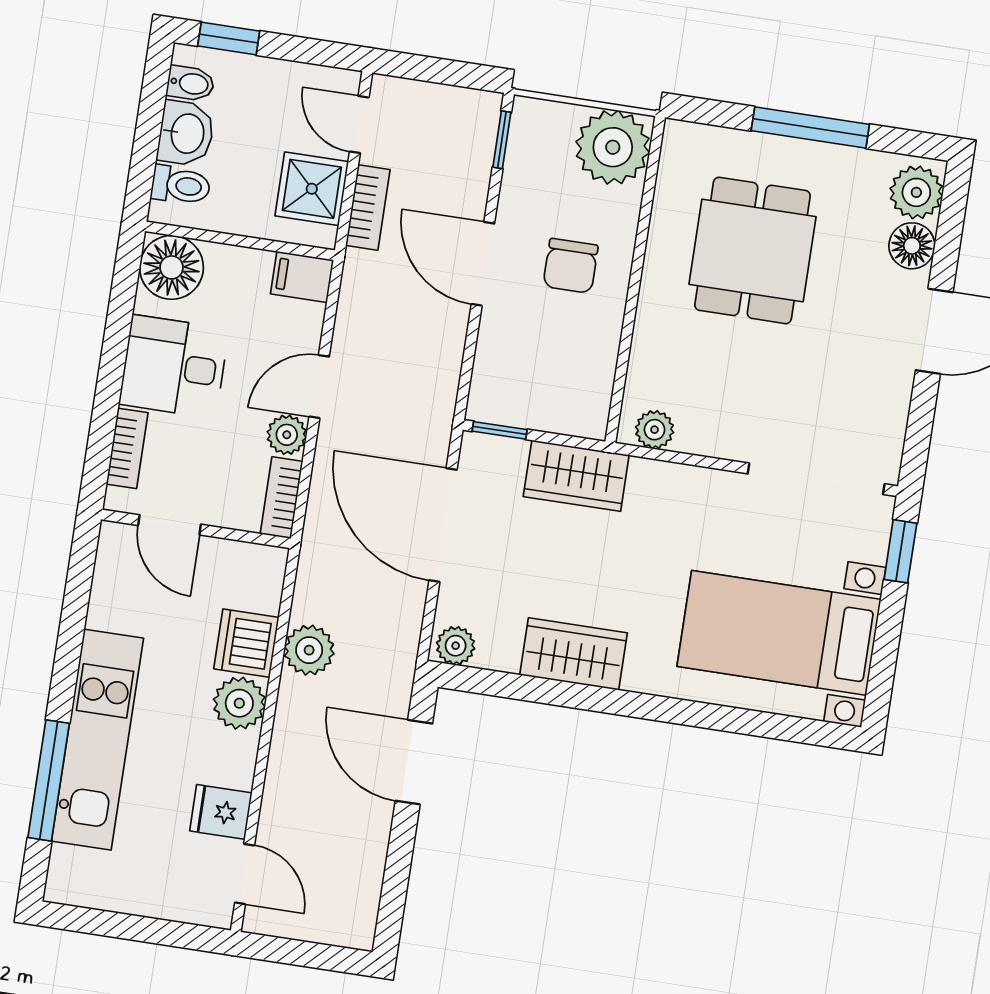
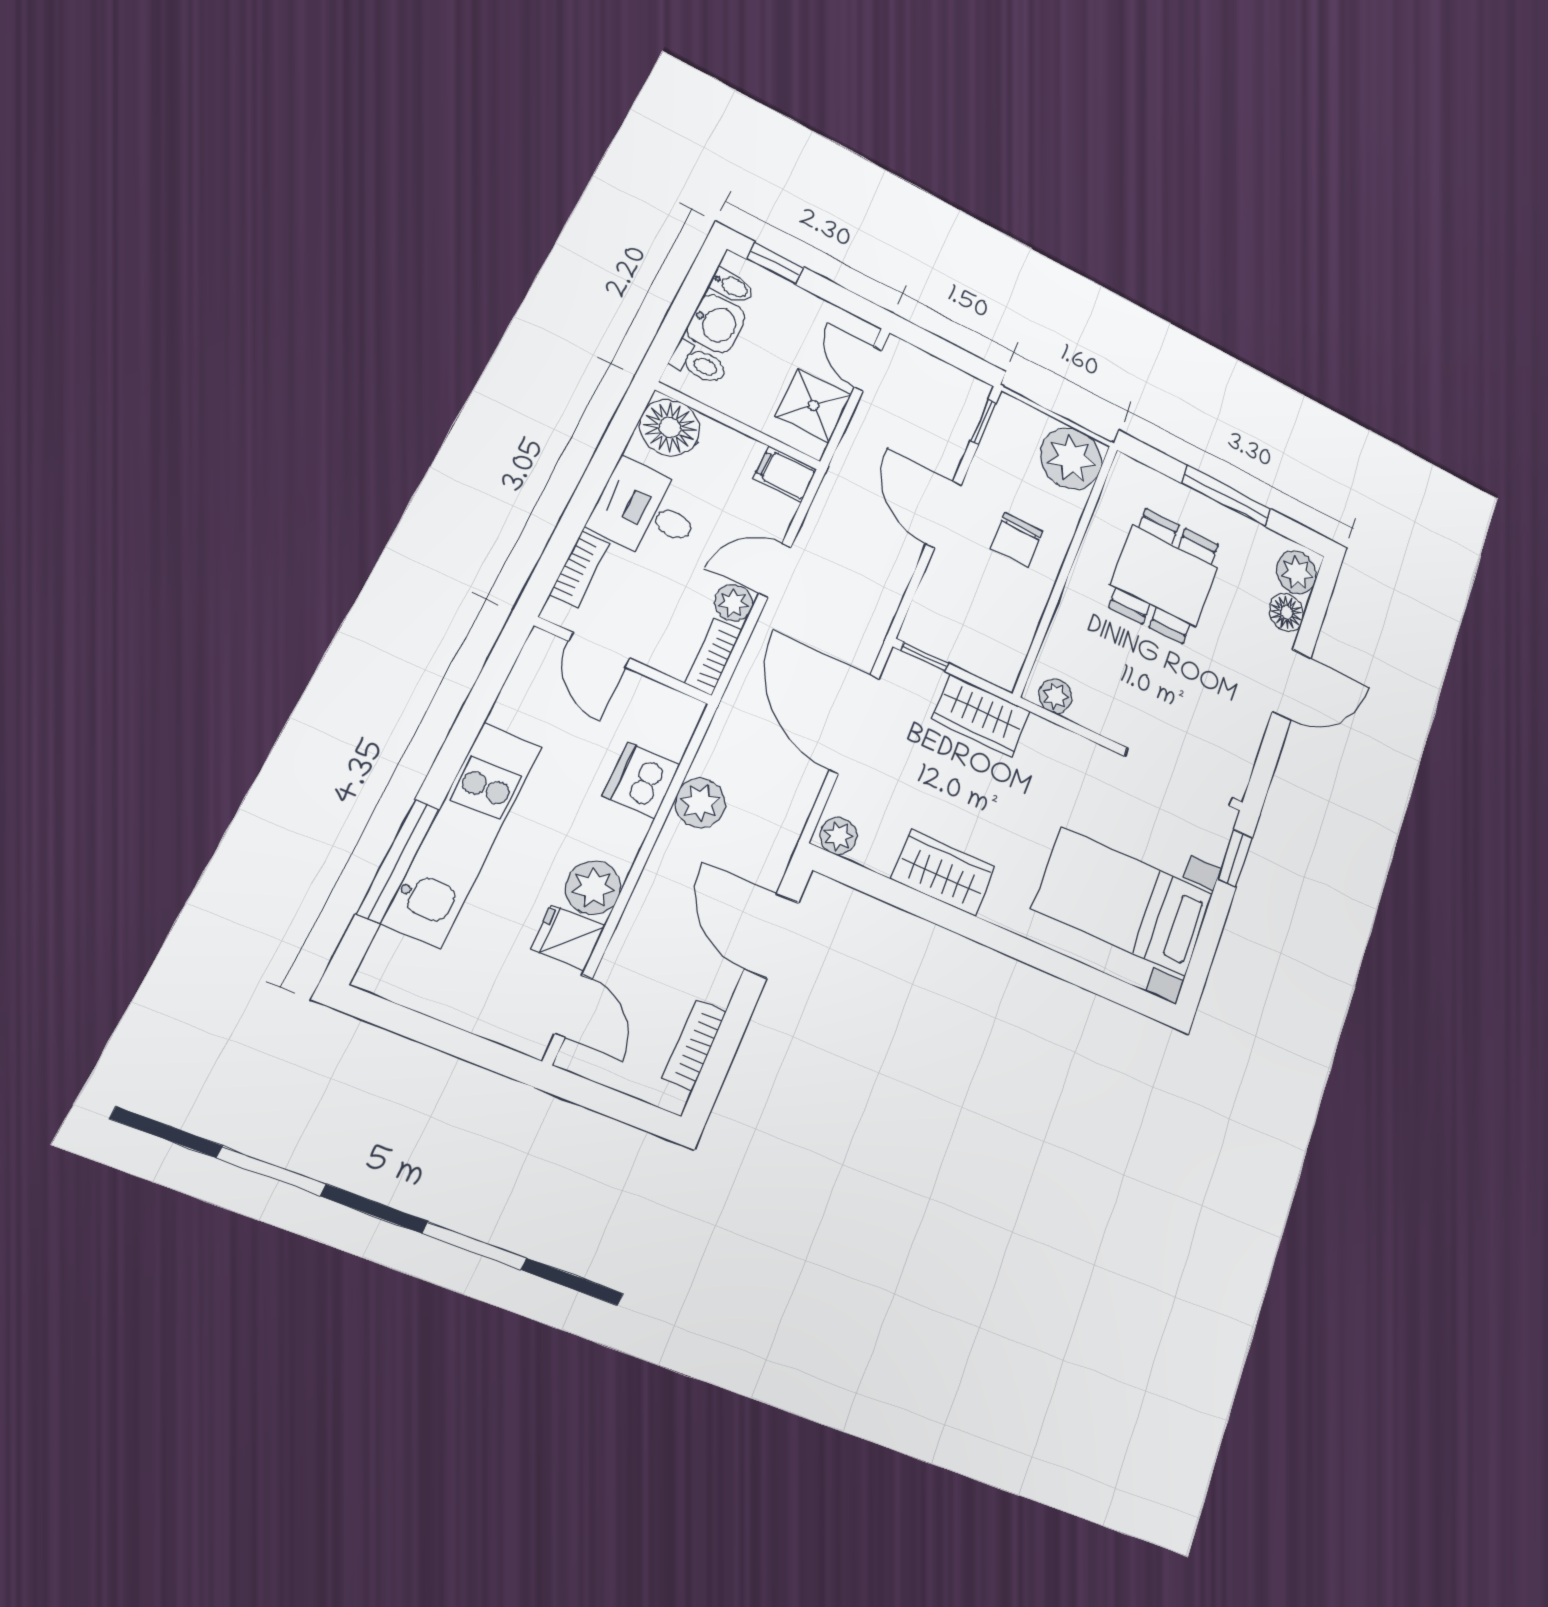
bookcase: (368, 207) -> (694, 1045), moved, turned 180
plant: (239, 703) -> (593, 888), moved

